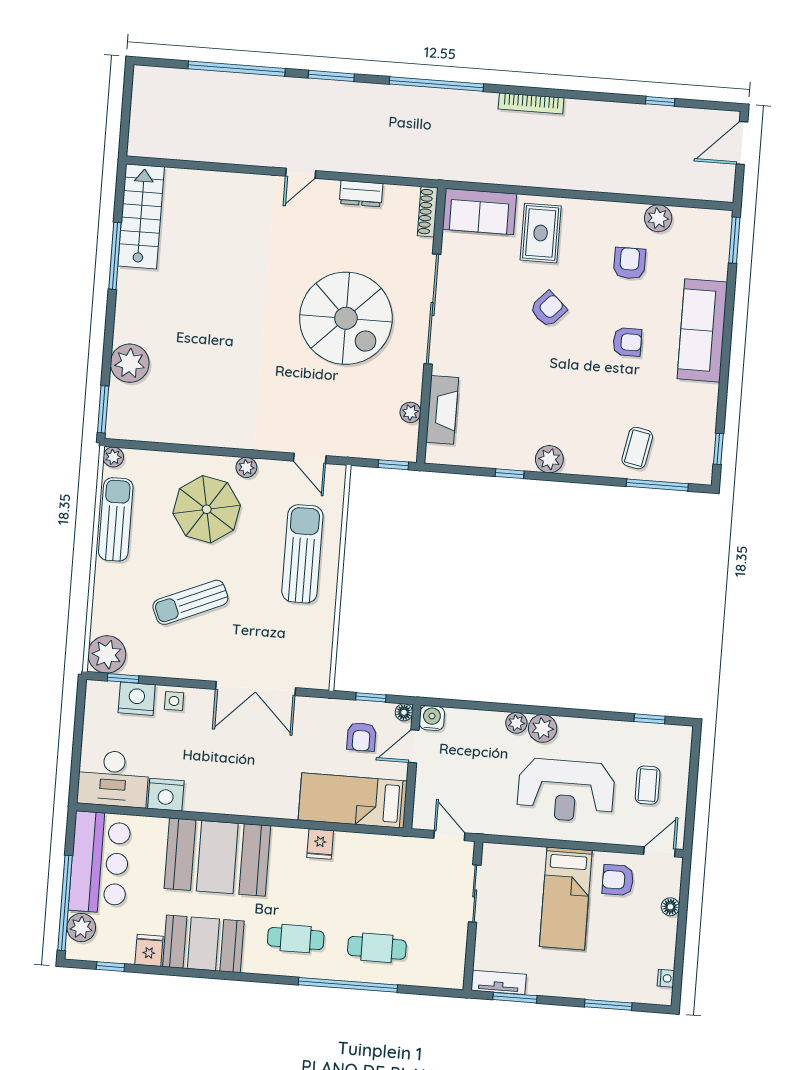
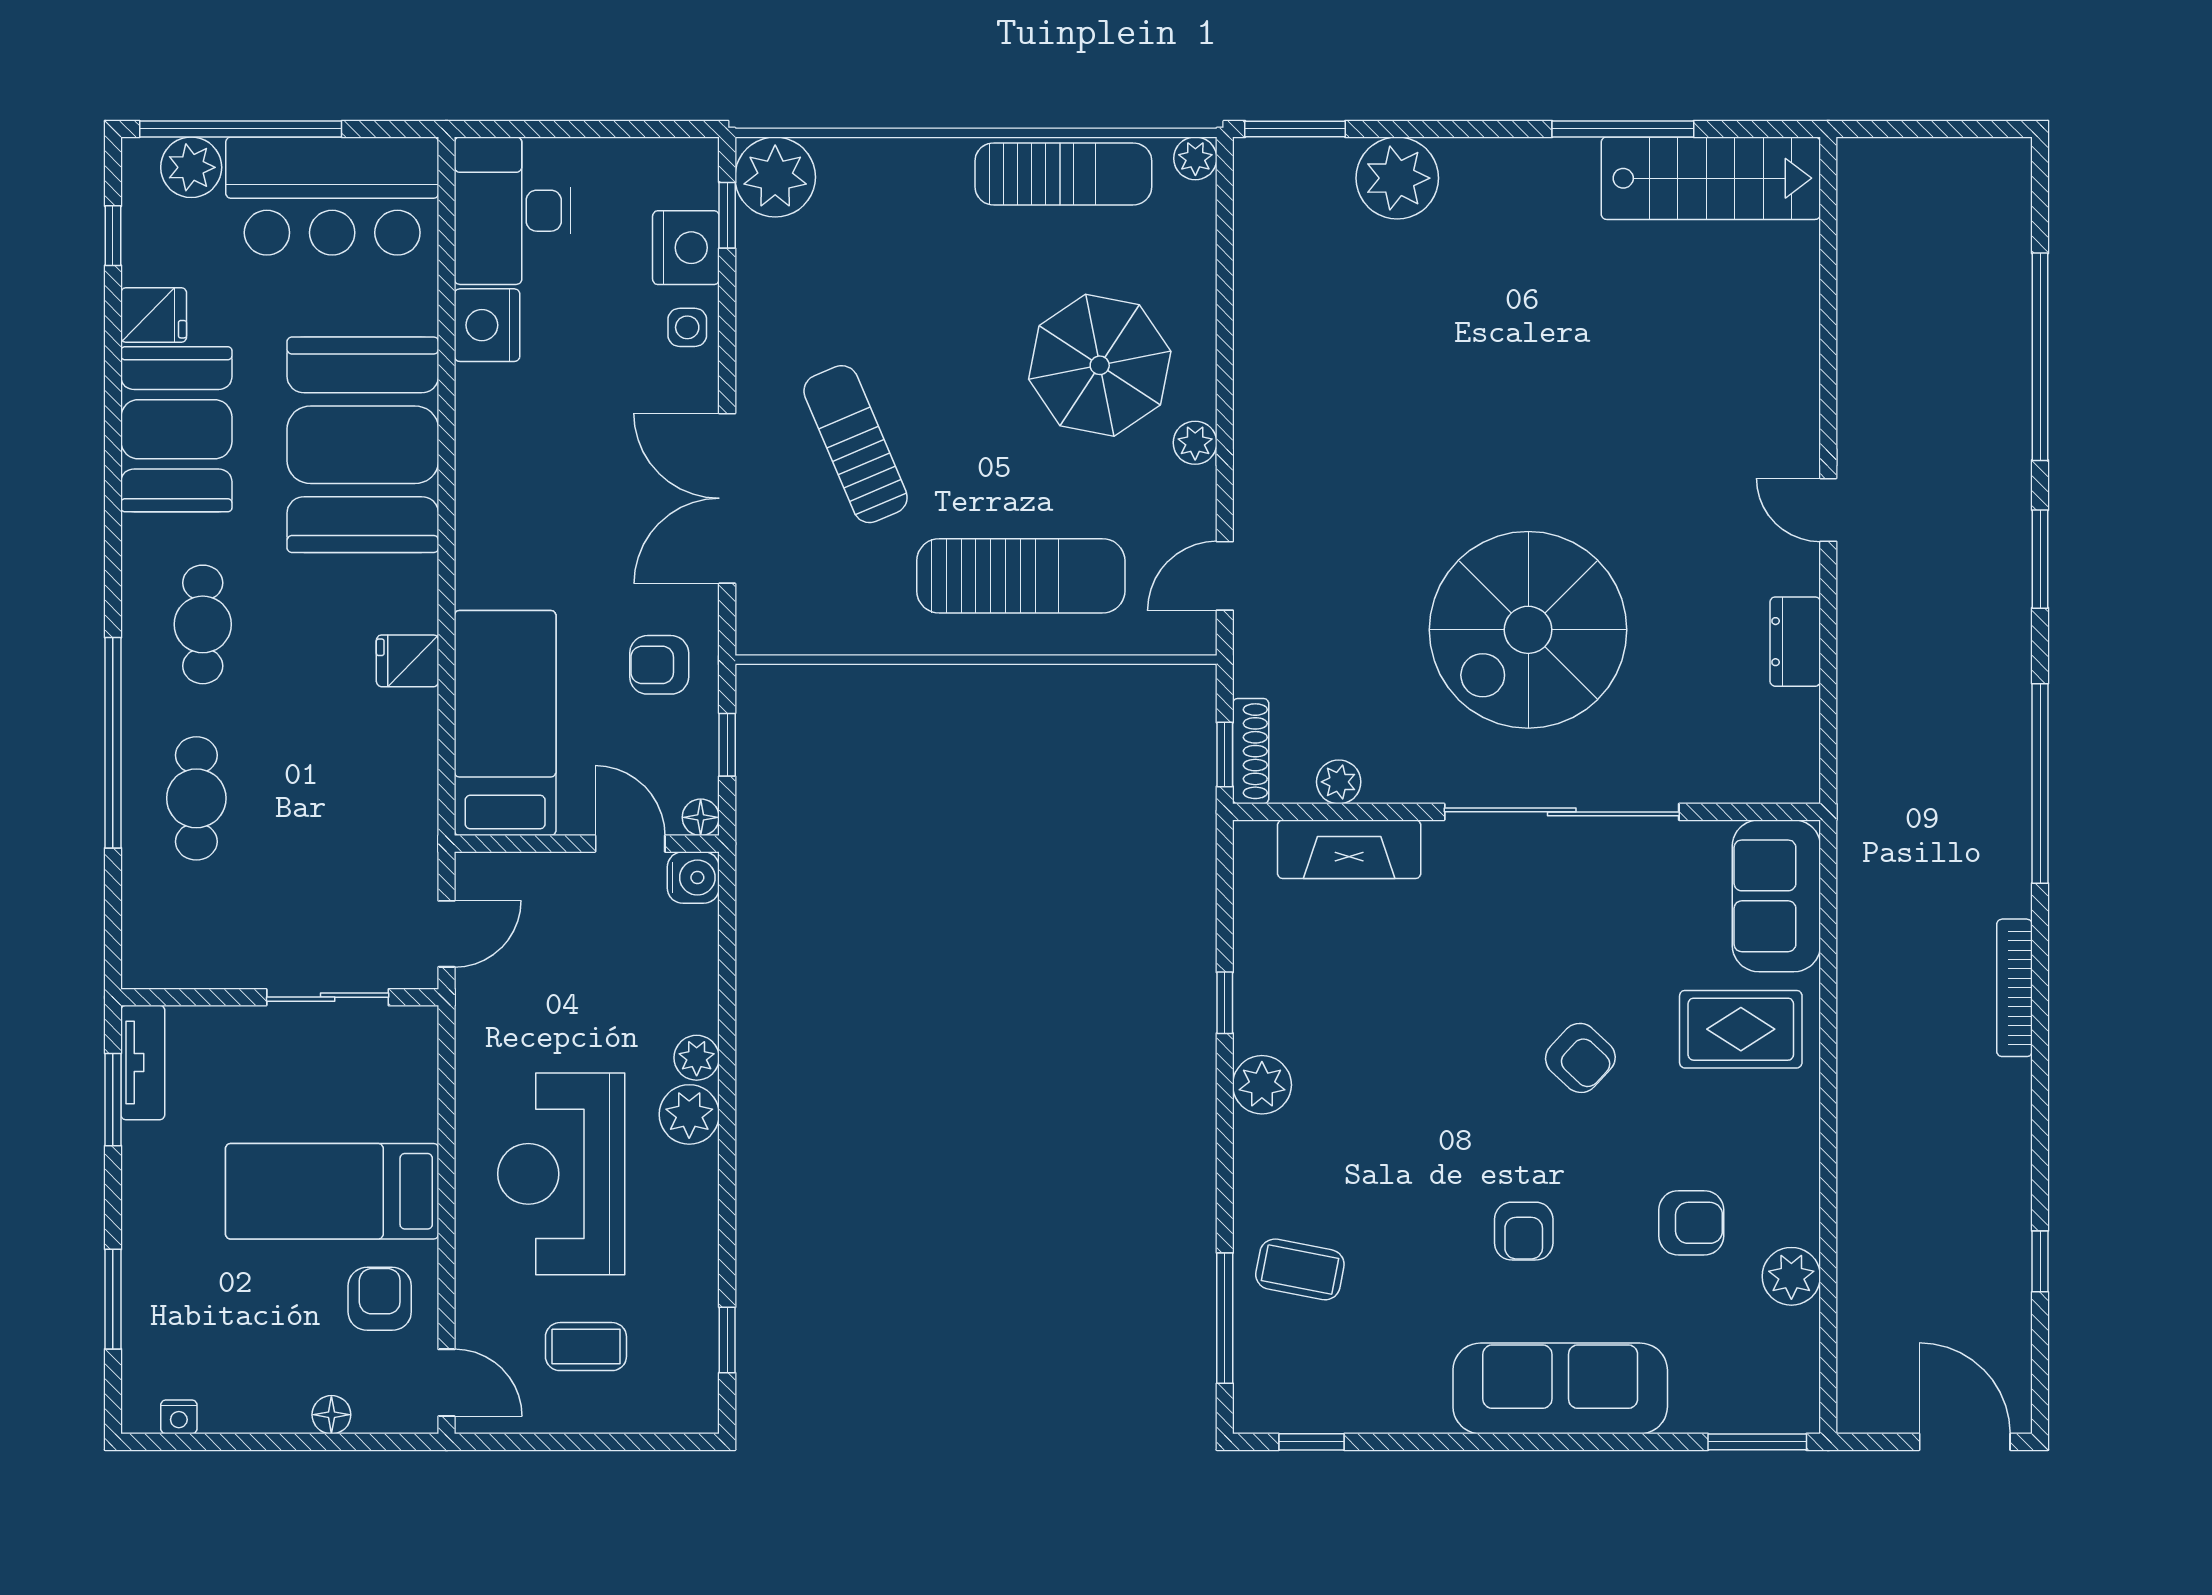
shoe rack: (428, 212) -> (1251, 751), moved, turned 90
sun lounger: (190, 602) -> (856, 444), moved
armchair: (361, 737) -> (659, 665), moved

